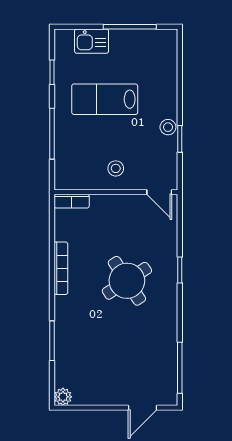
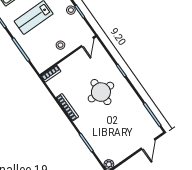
door: (159, 192) -> (87, 42), hinge flipped
round table: (127, 281) -> (101, 92), turned 33

